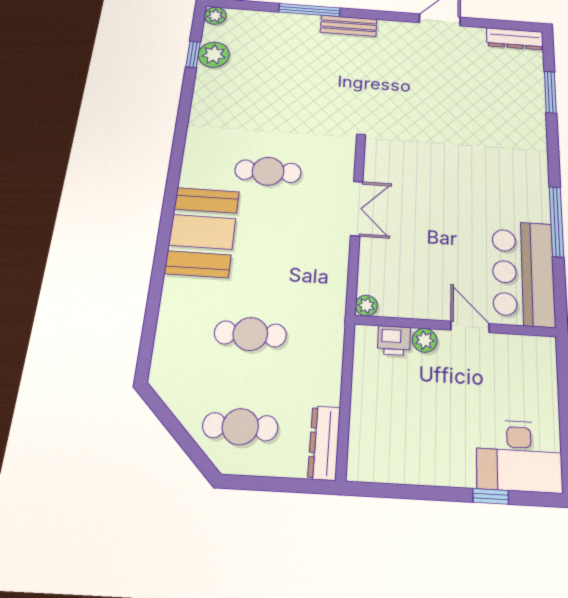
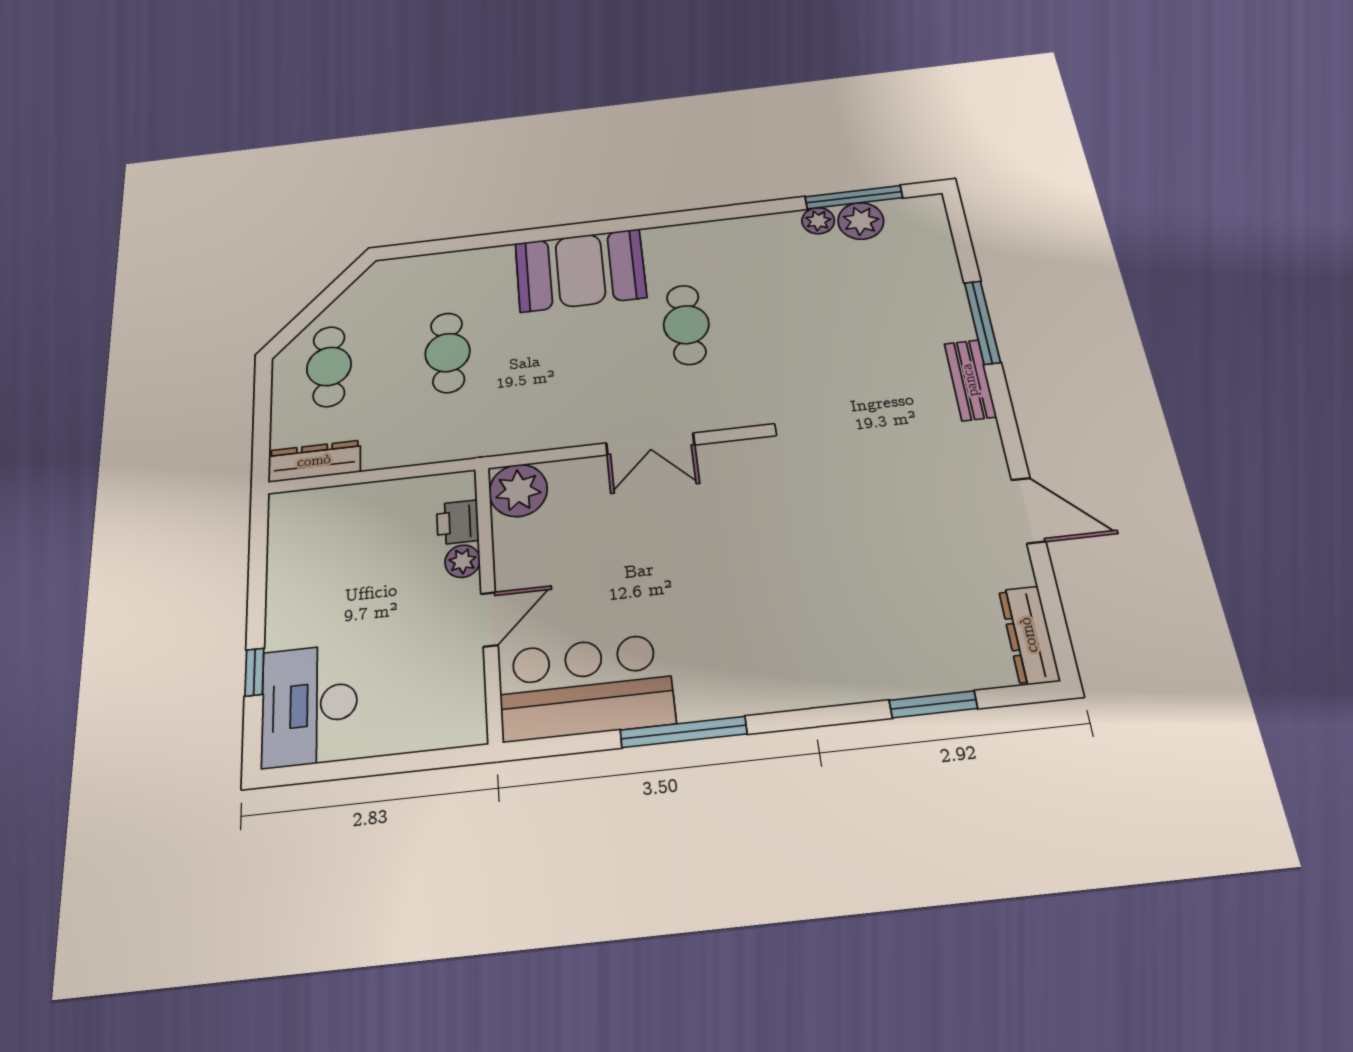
plant: (215, 16) -> (818, 221), moved
window: (193, 54) -> (854, 197), width x2.17
plant: (366, 306) -> (518, 490), width x1.88, depth x1.88

